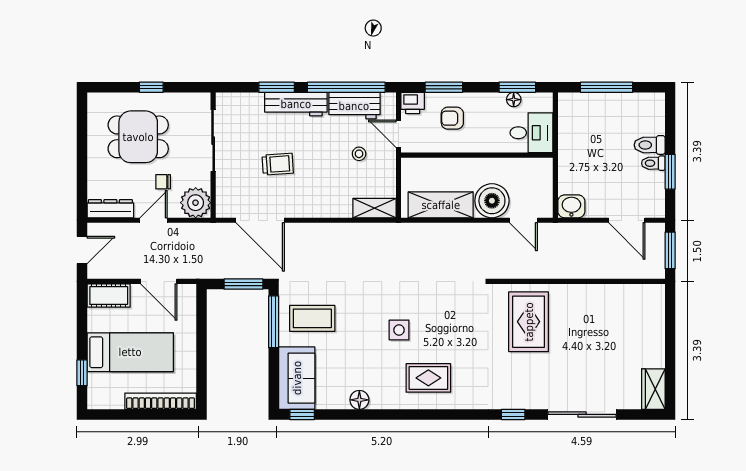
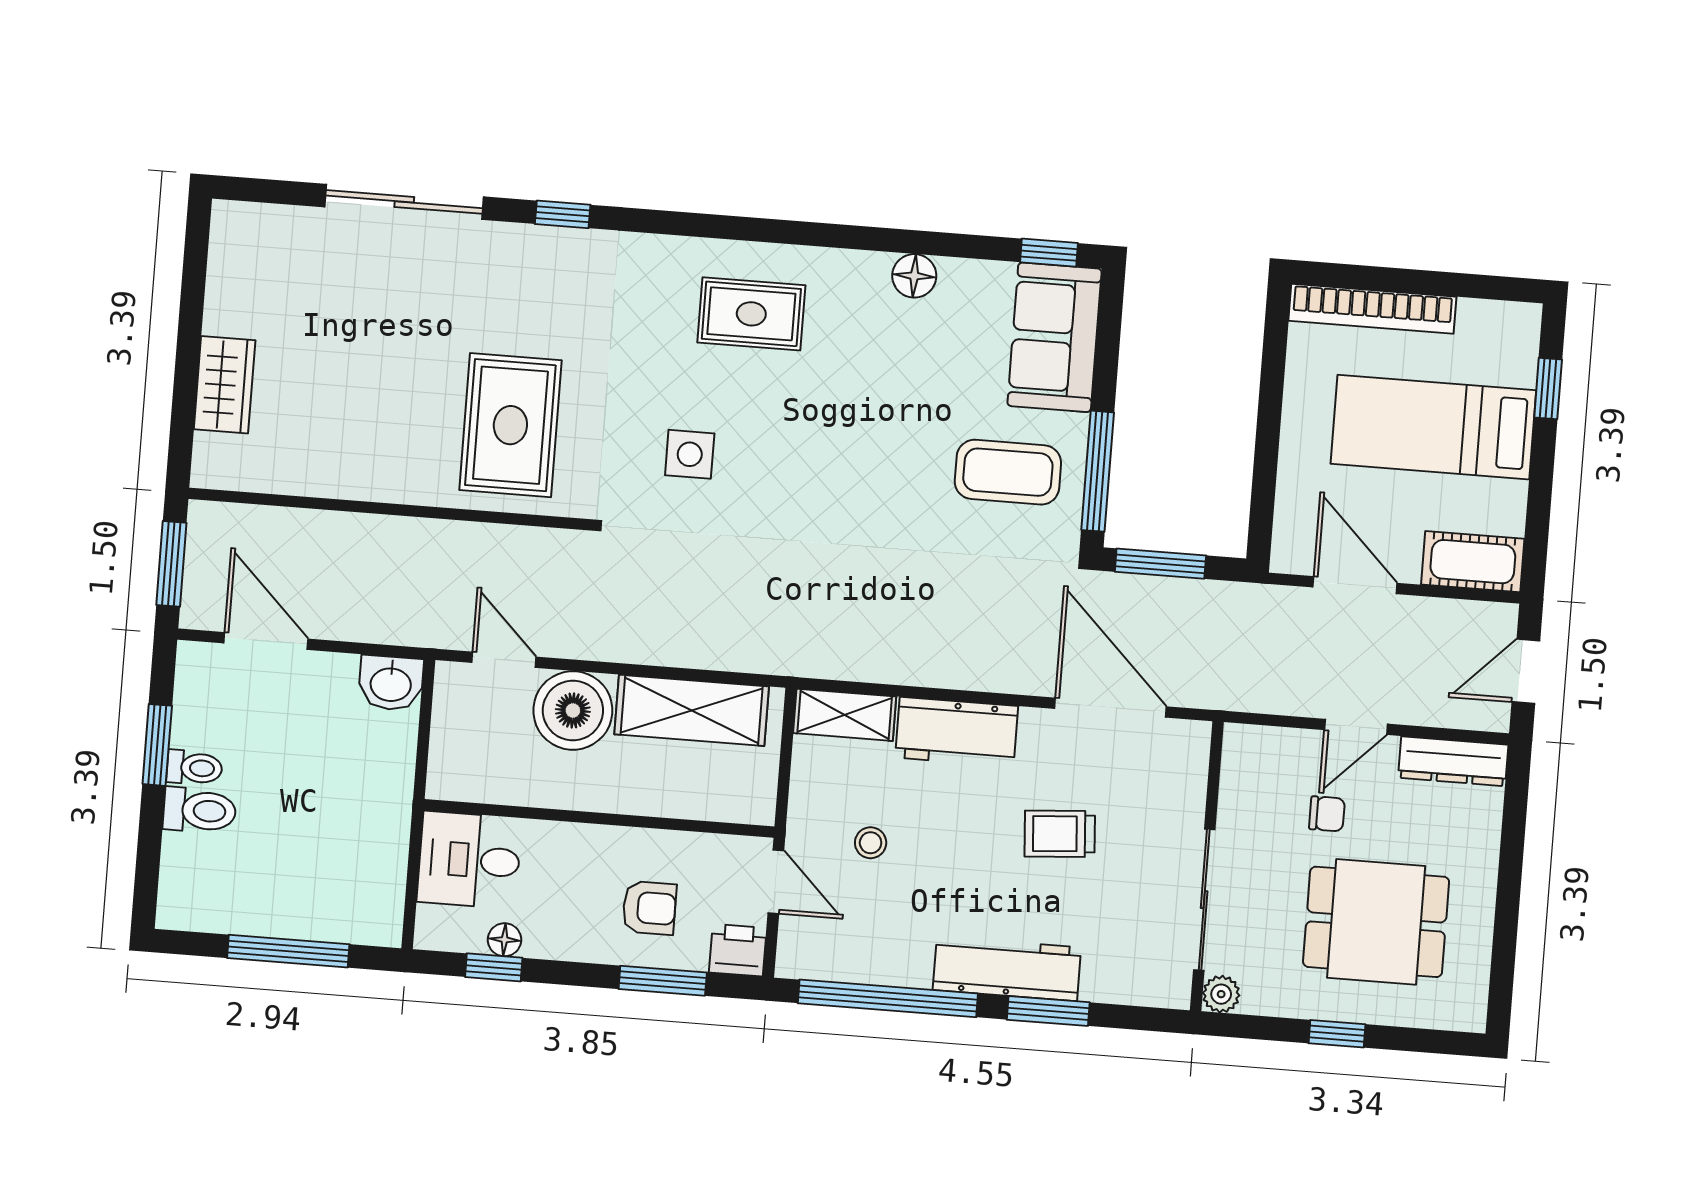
window: (517, 87) -> (494, 967), width x0.67
workbench: (354, 106) -> (957, 732), moved, turned 180
plant: (196, 203) -> (1221, 994), moved, width x0.53, depth x0.53
side table: (399, 330) -> (690, 454), moved
wardrobe: (653, 389) -> (225, 385), moved

